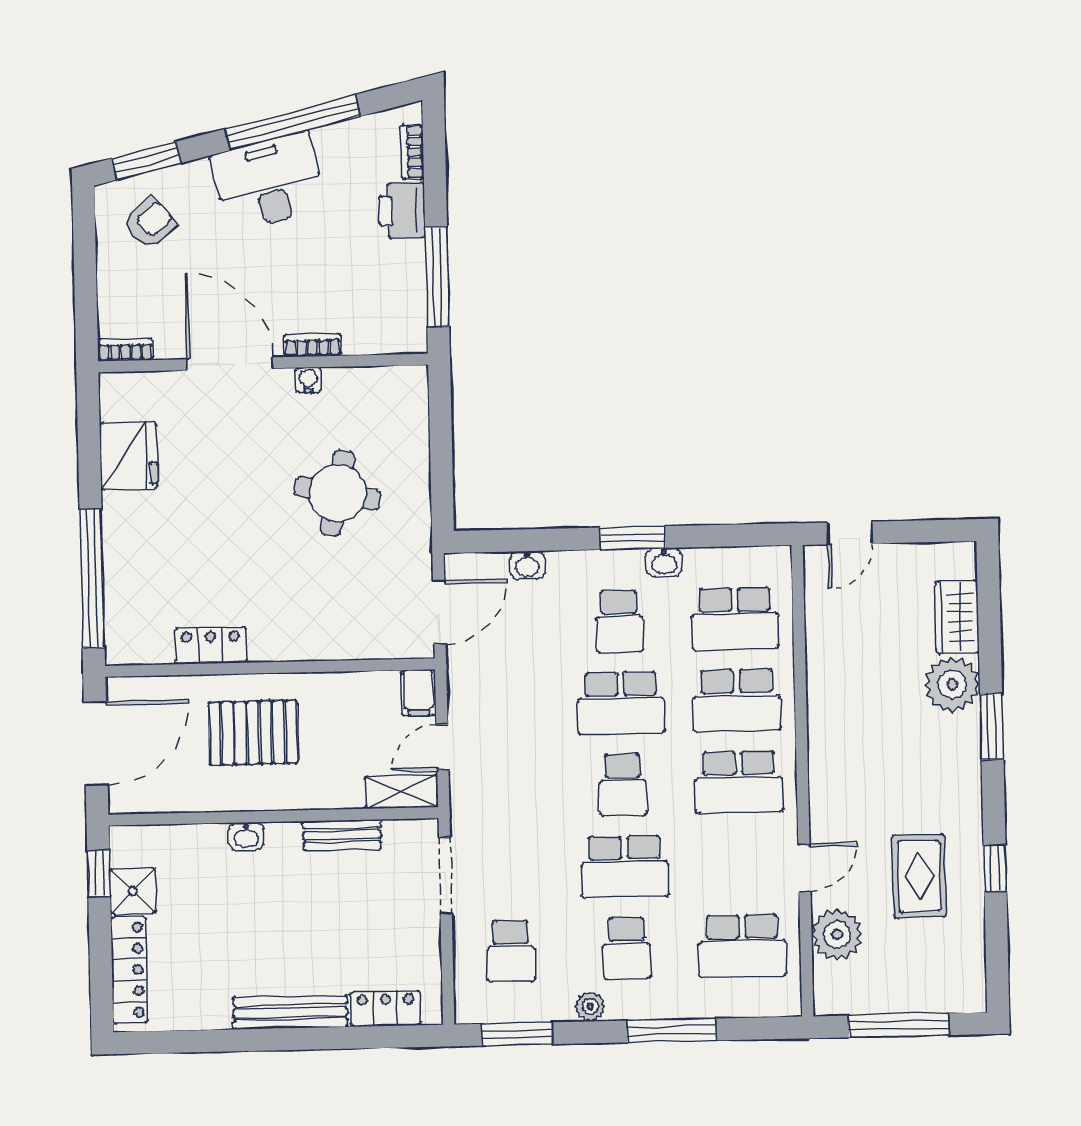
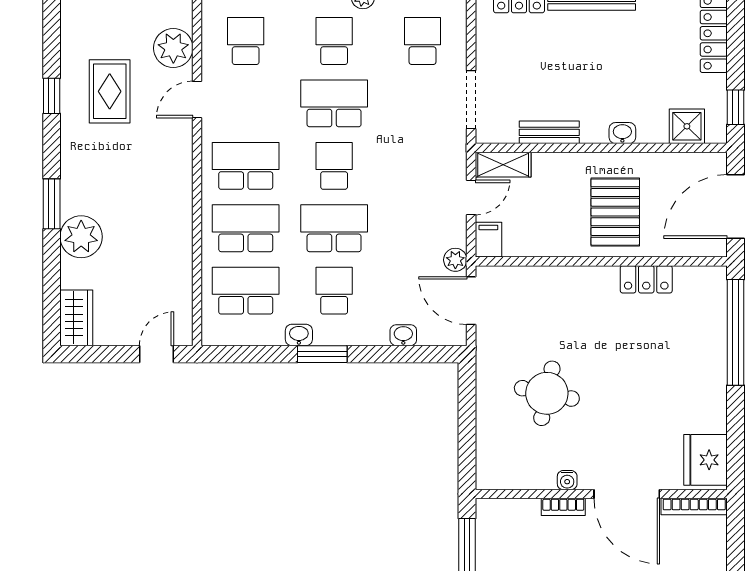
bookcase: (125, 350) -> (694, 507), width x1.56
fridge: (129, 456) -> (706, 460), moved
door: (439, 612) -> (471, 301), hinge flipped
wardrobe: (957, 617) -> (76, 318), moved
plant: (461, 665) -> (455, 260), added
pallet: (253, 733) -> (615, 212), turned 90
shower: (133, 891) -> (687, 126), moved
school desk: (742, 946) -> (246, 41), width x0.54

